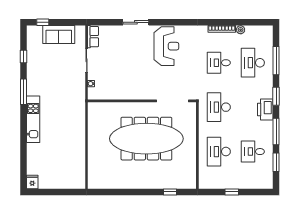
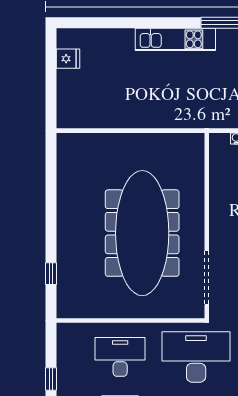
desk: (219, 107) -> (196, 357), width x1.36, depth x1.30
fridge: (32, 182) -> (68, 59), moved

